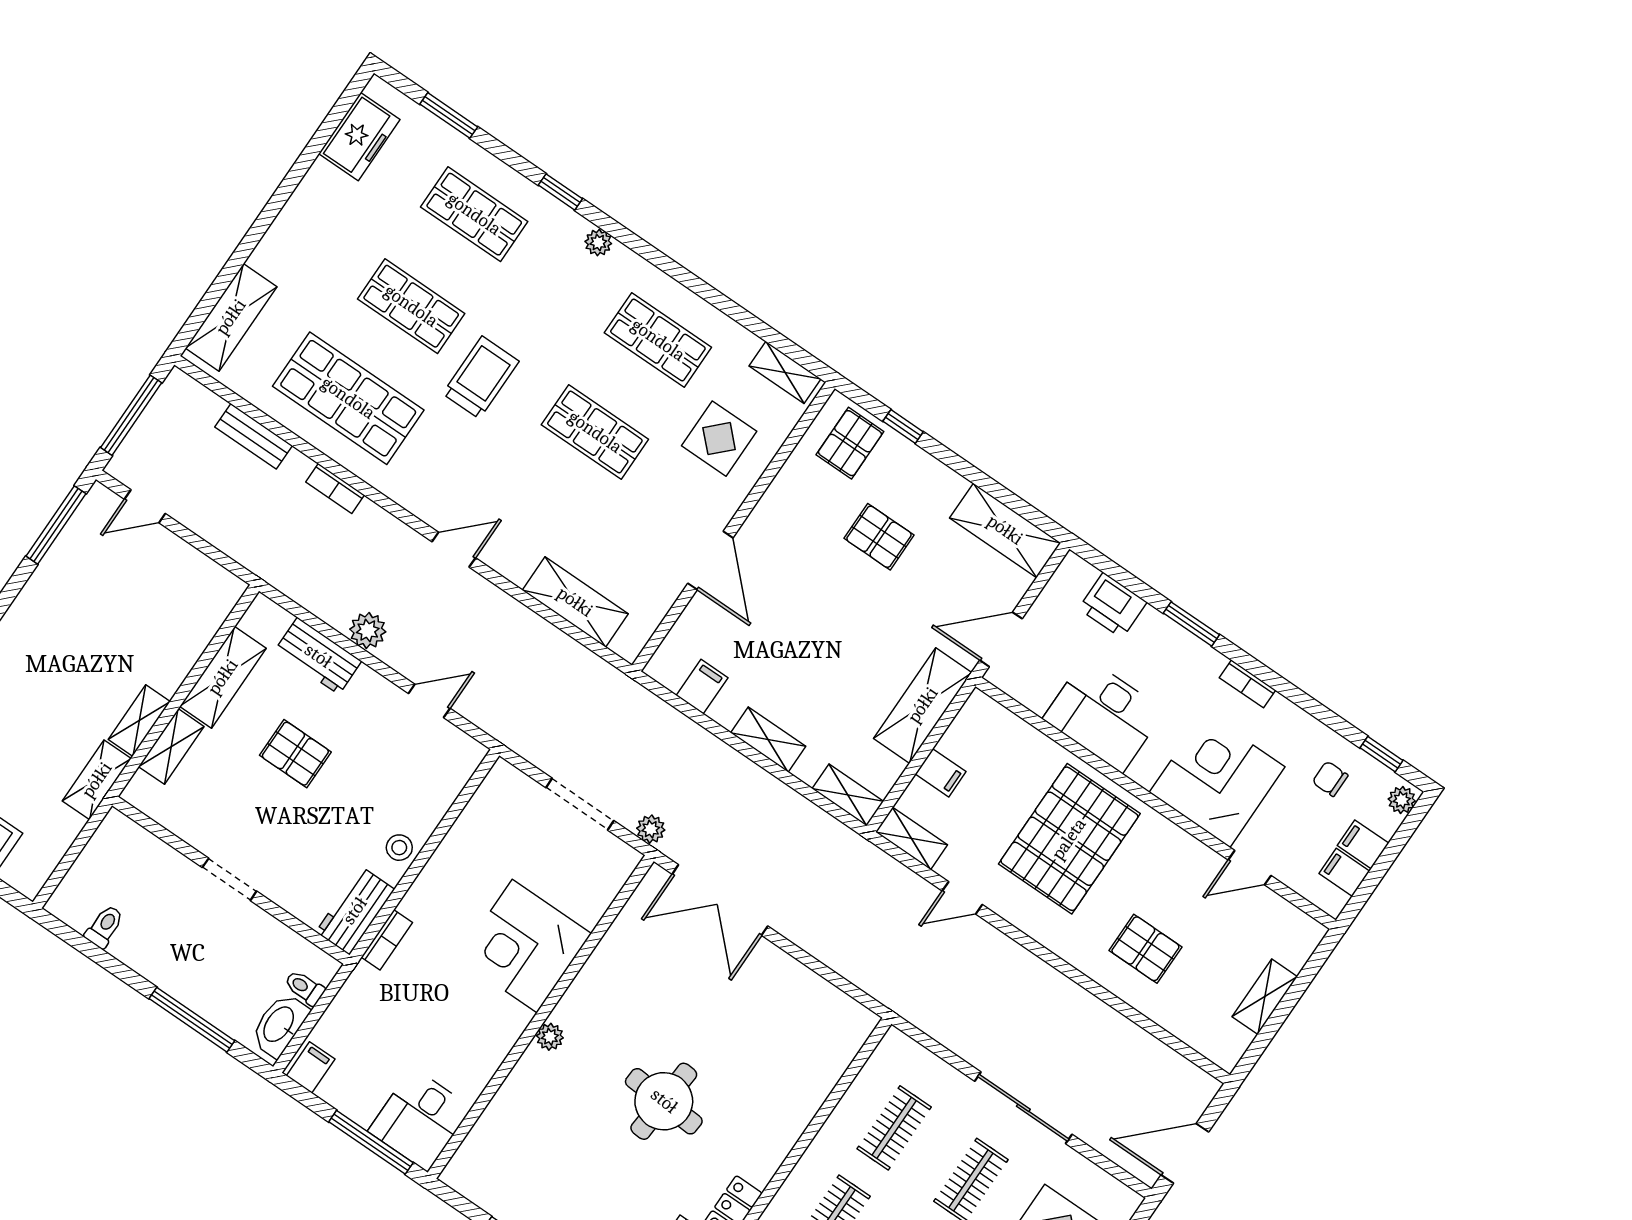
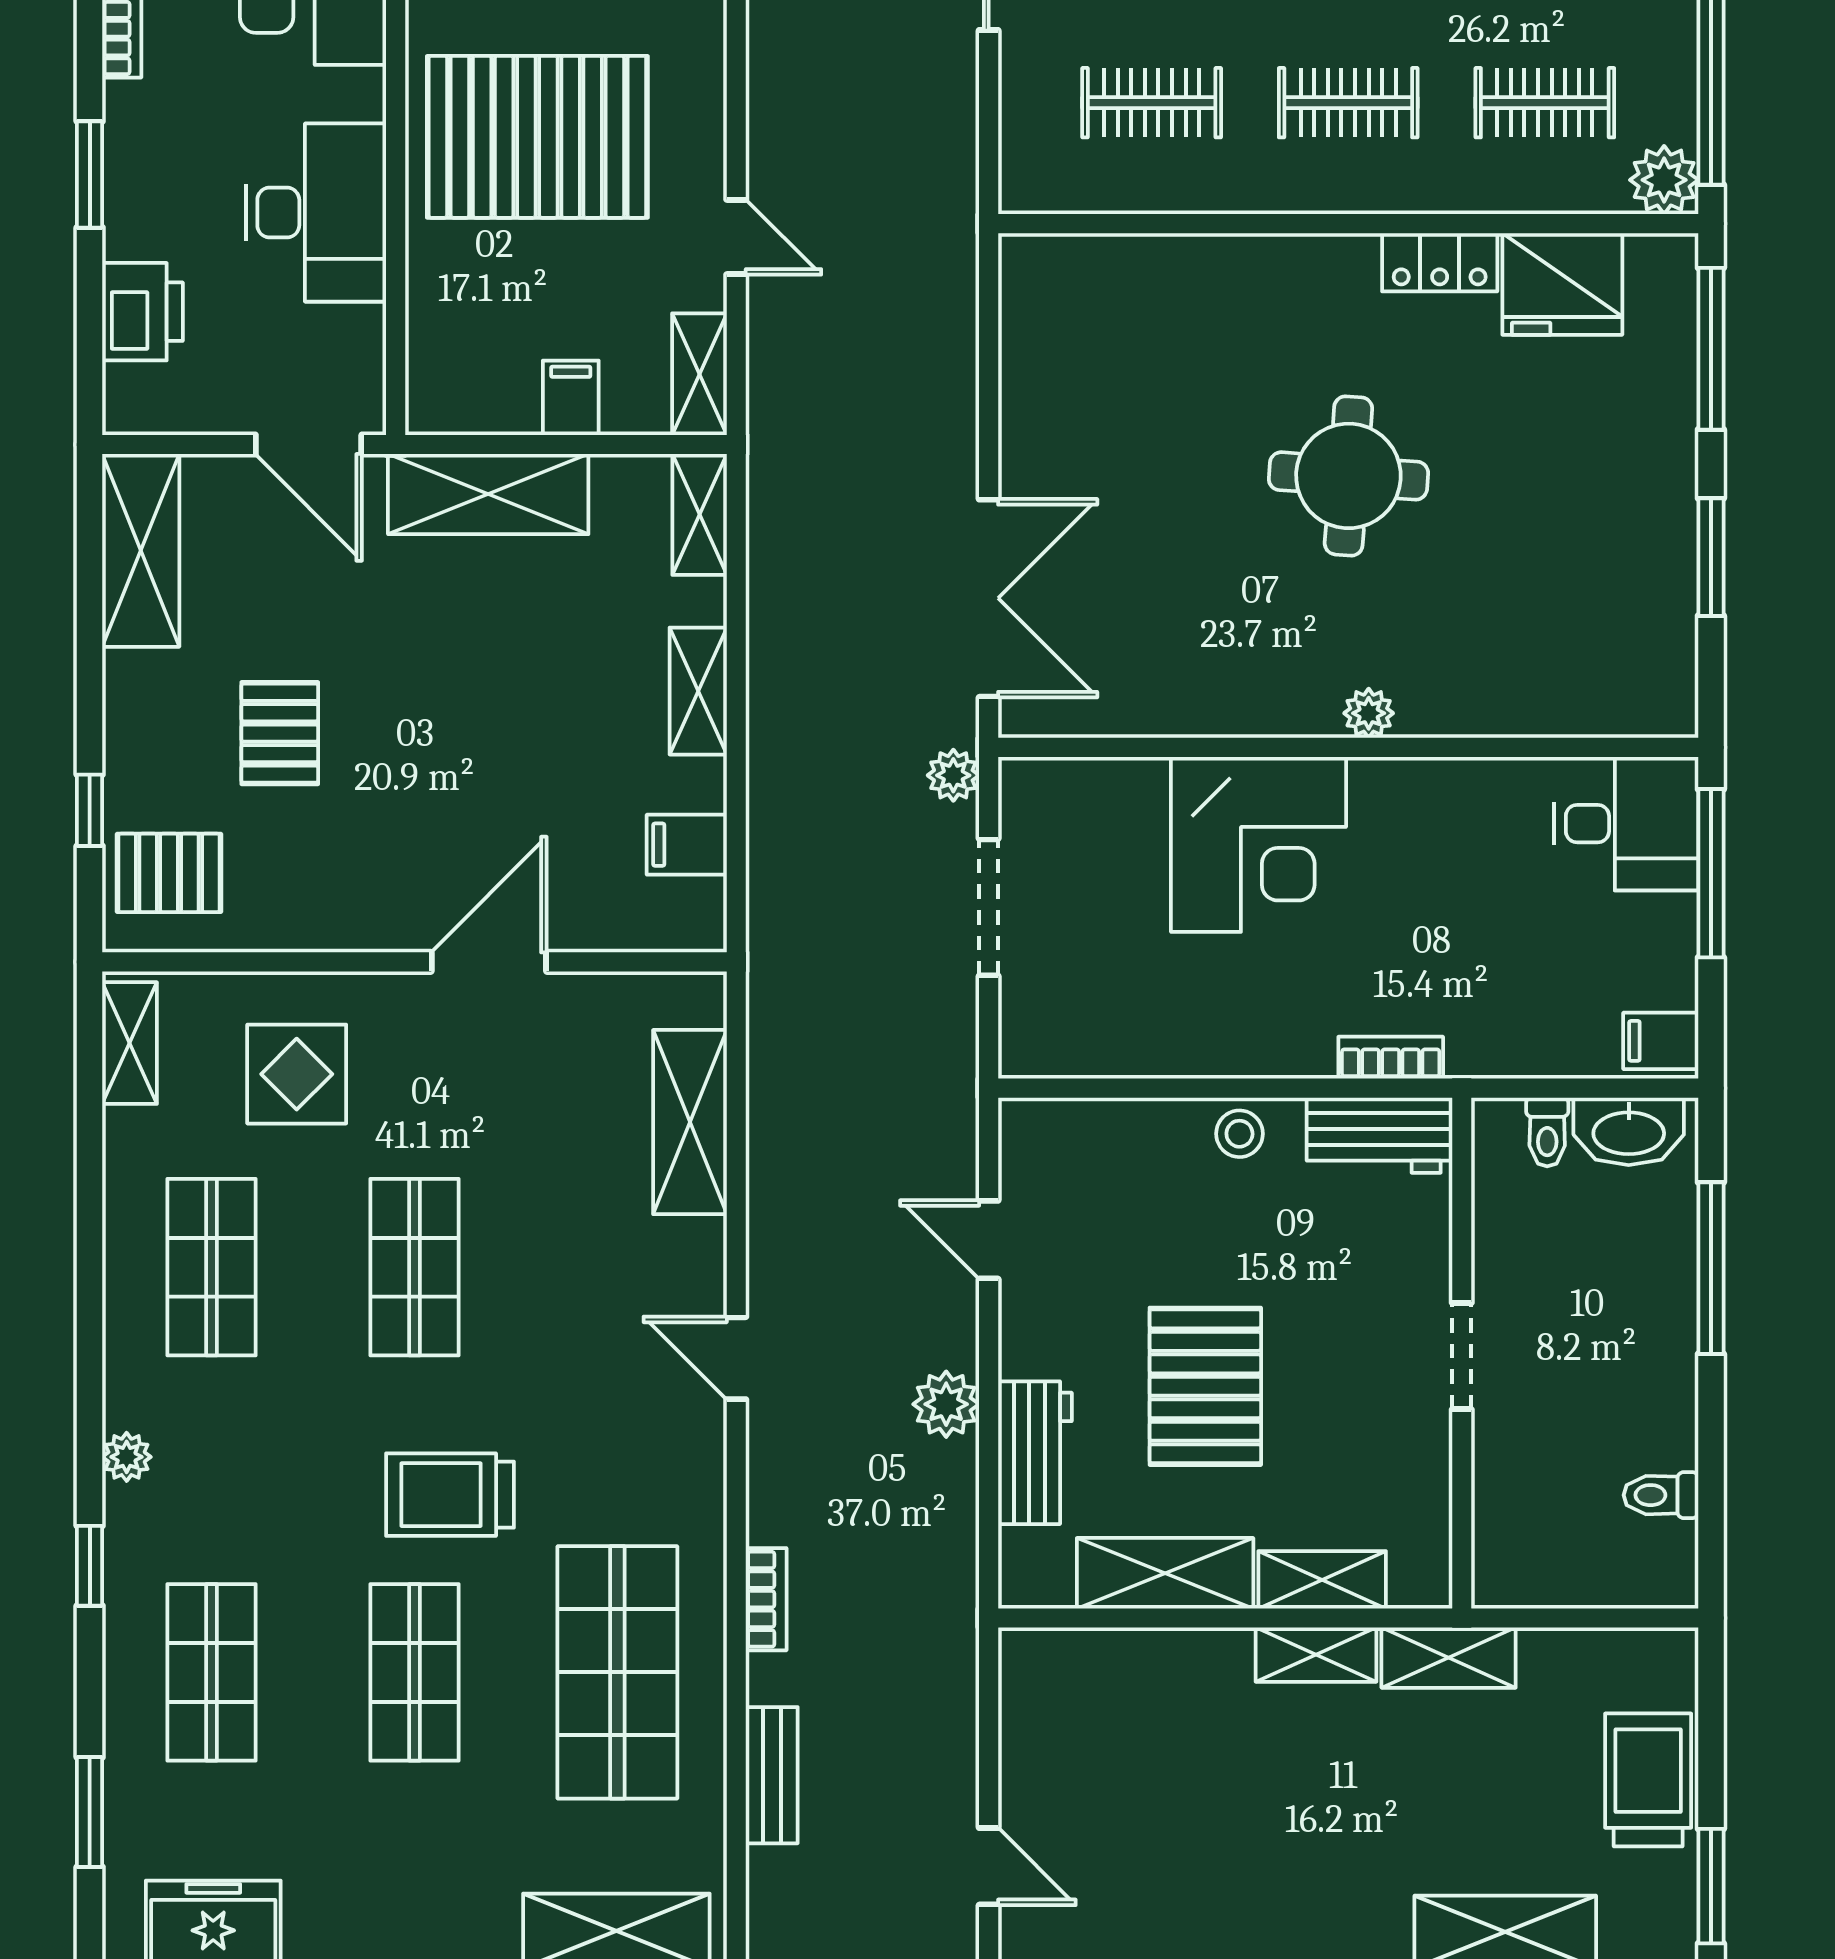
pallet: (295, 754) -> (1205, 1386), width x1.50, depth x1.42

